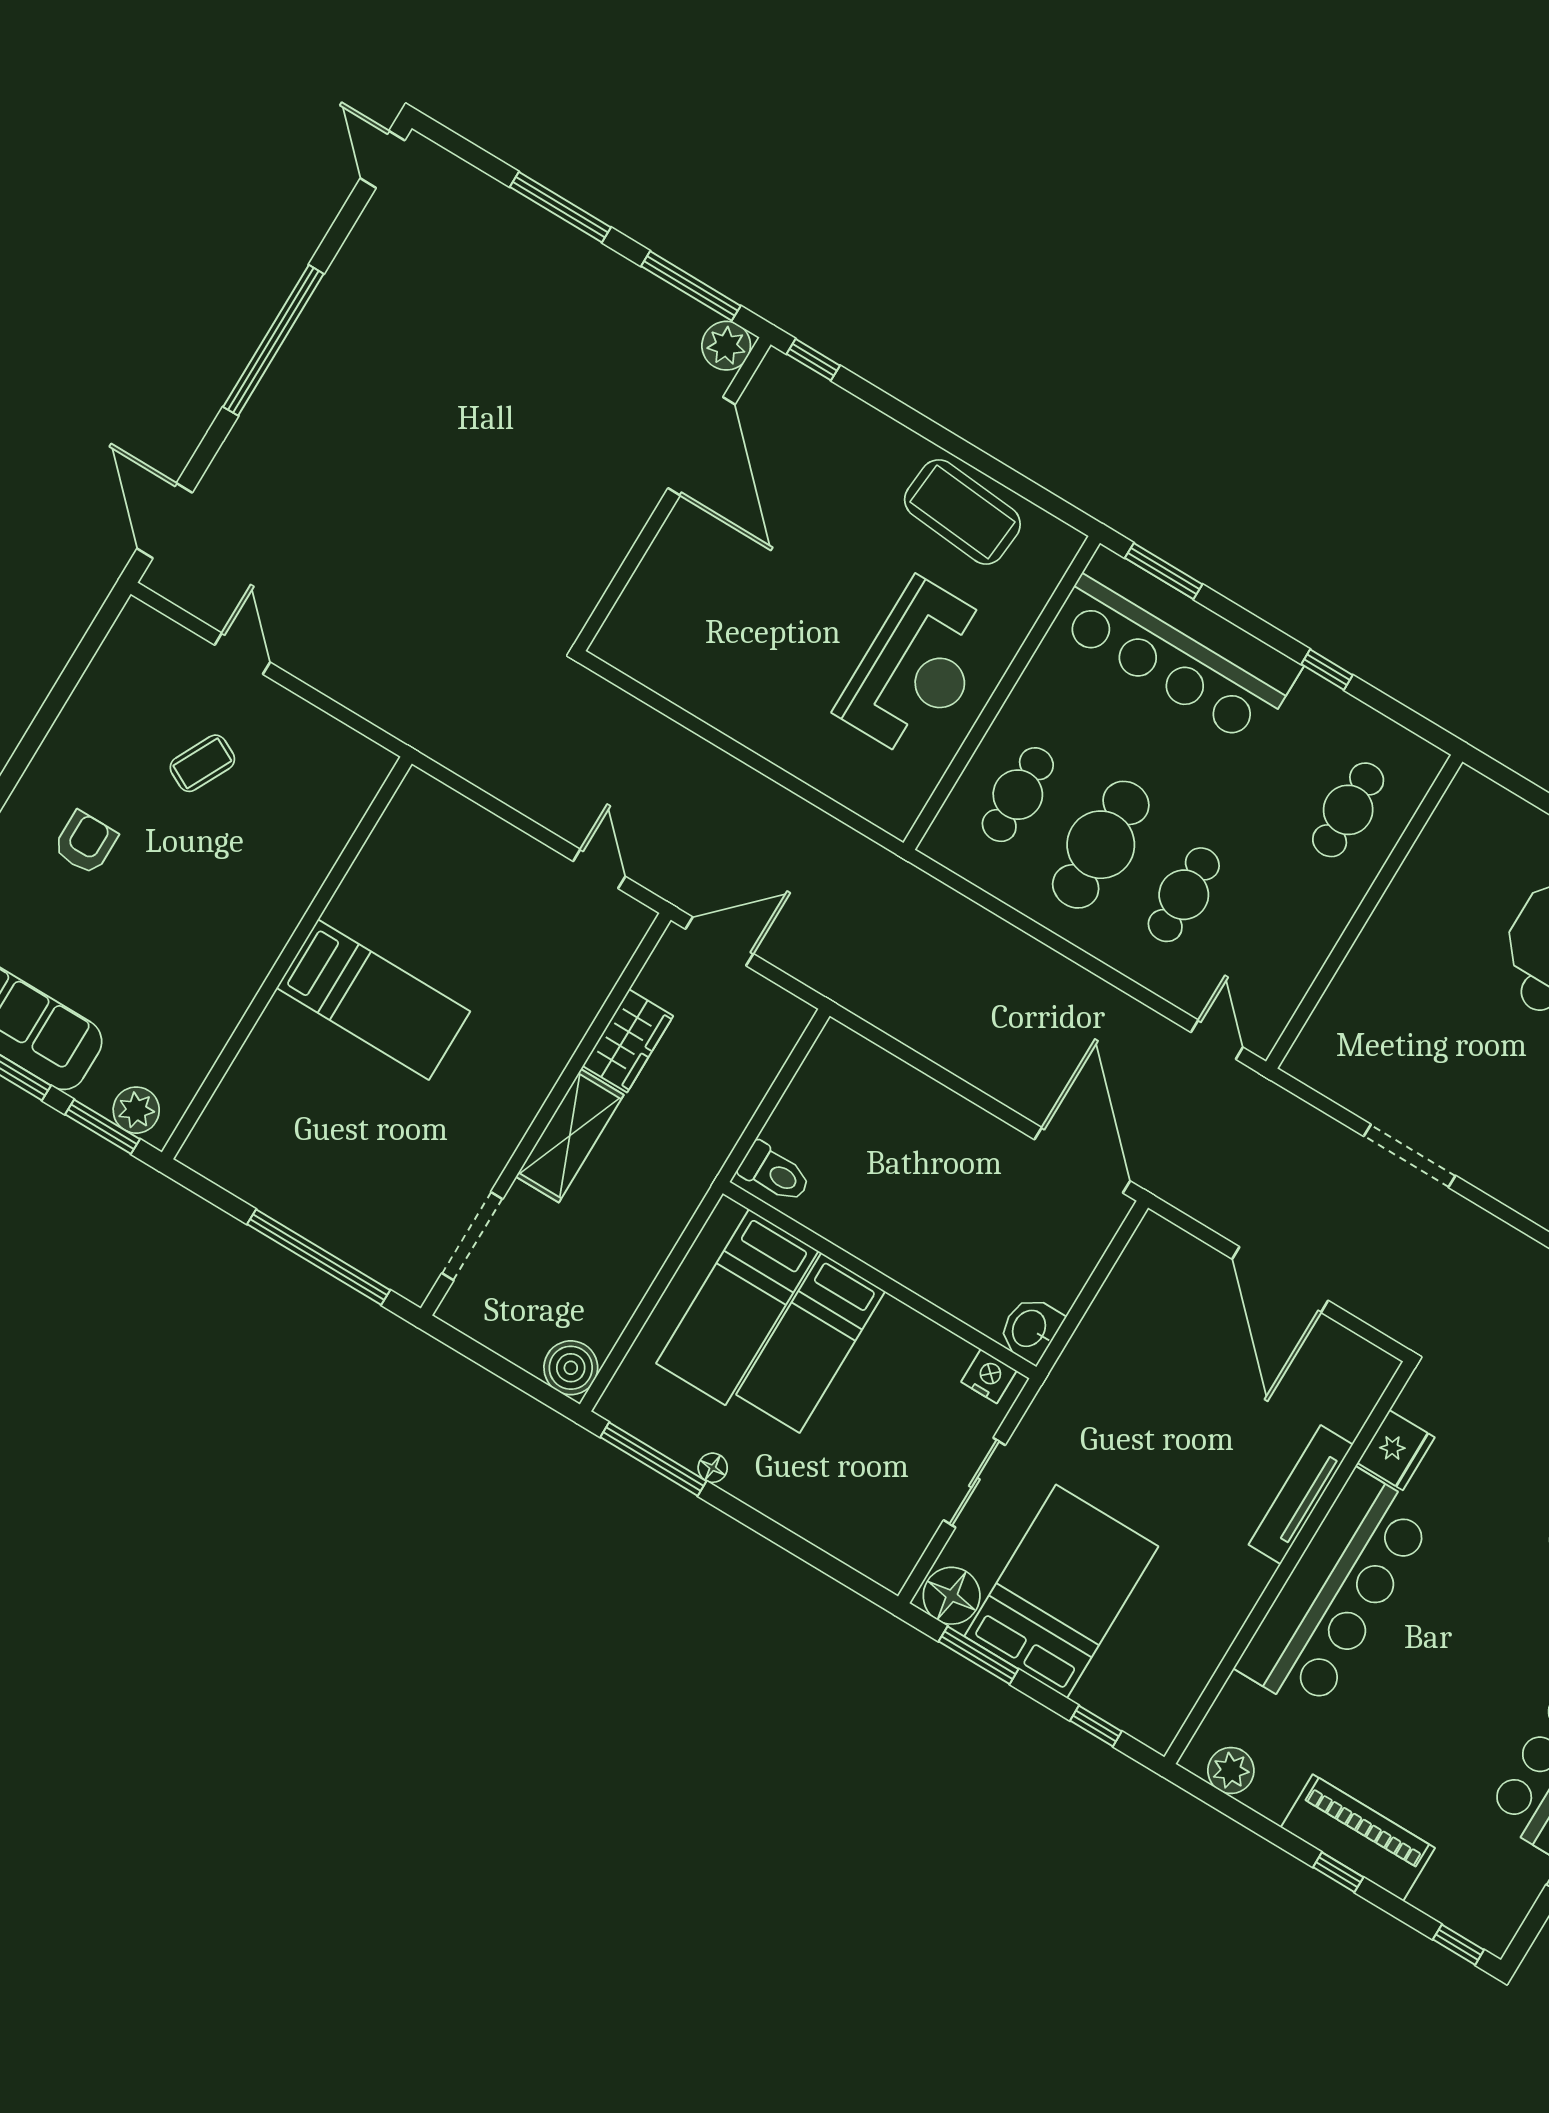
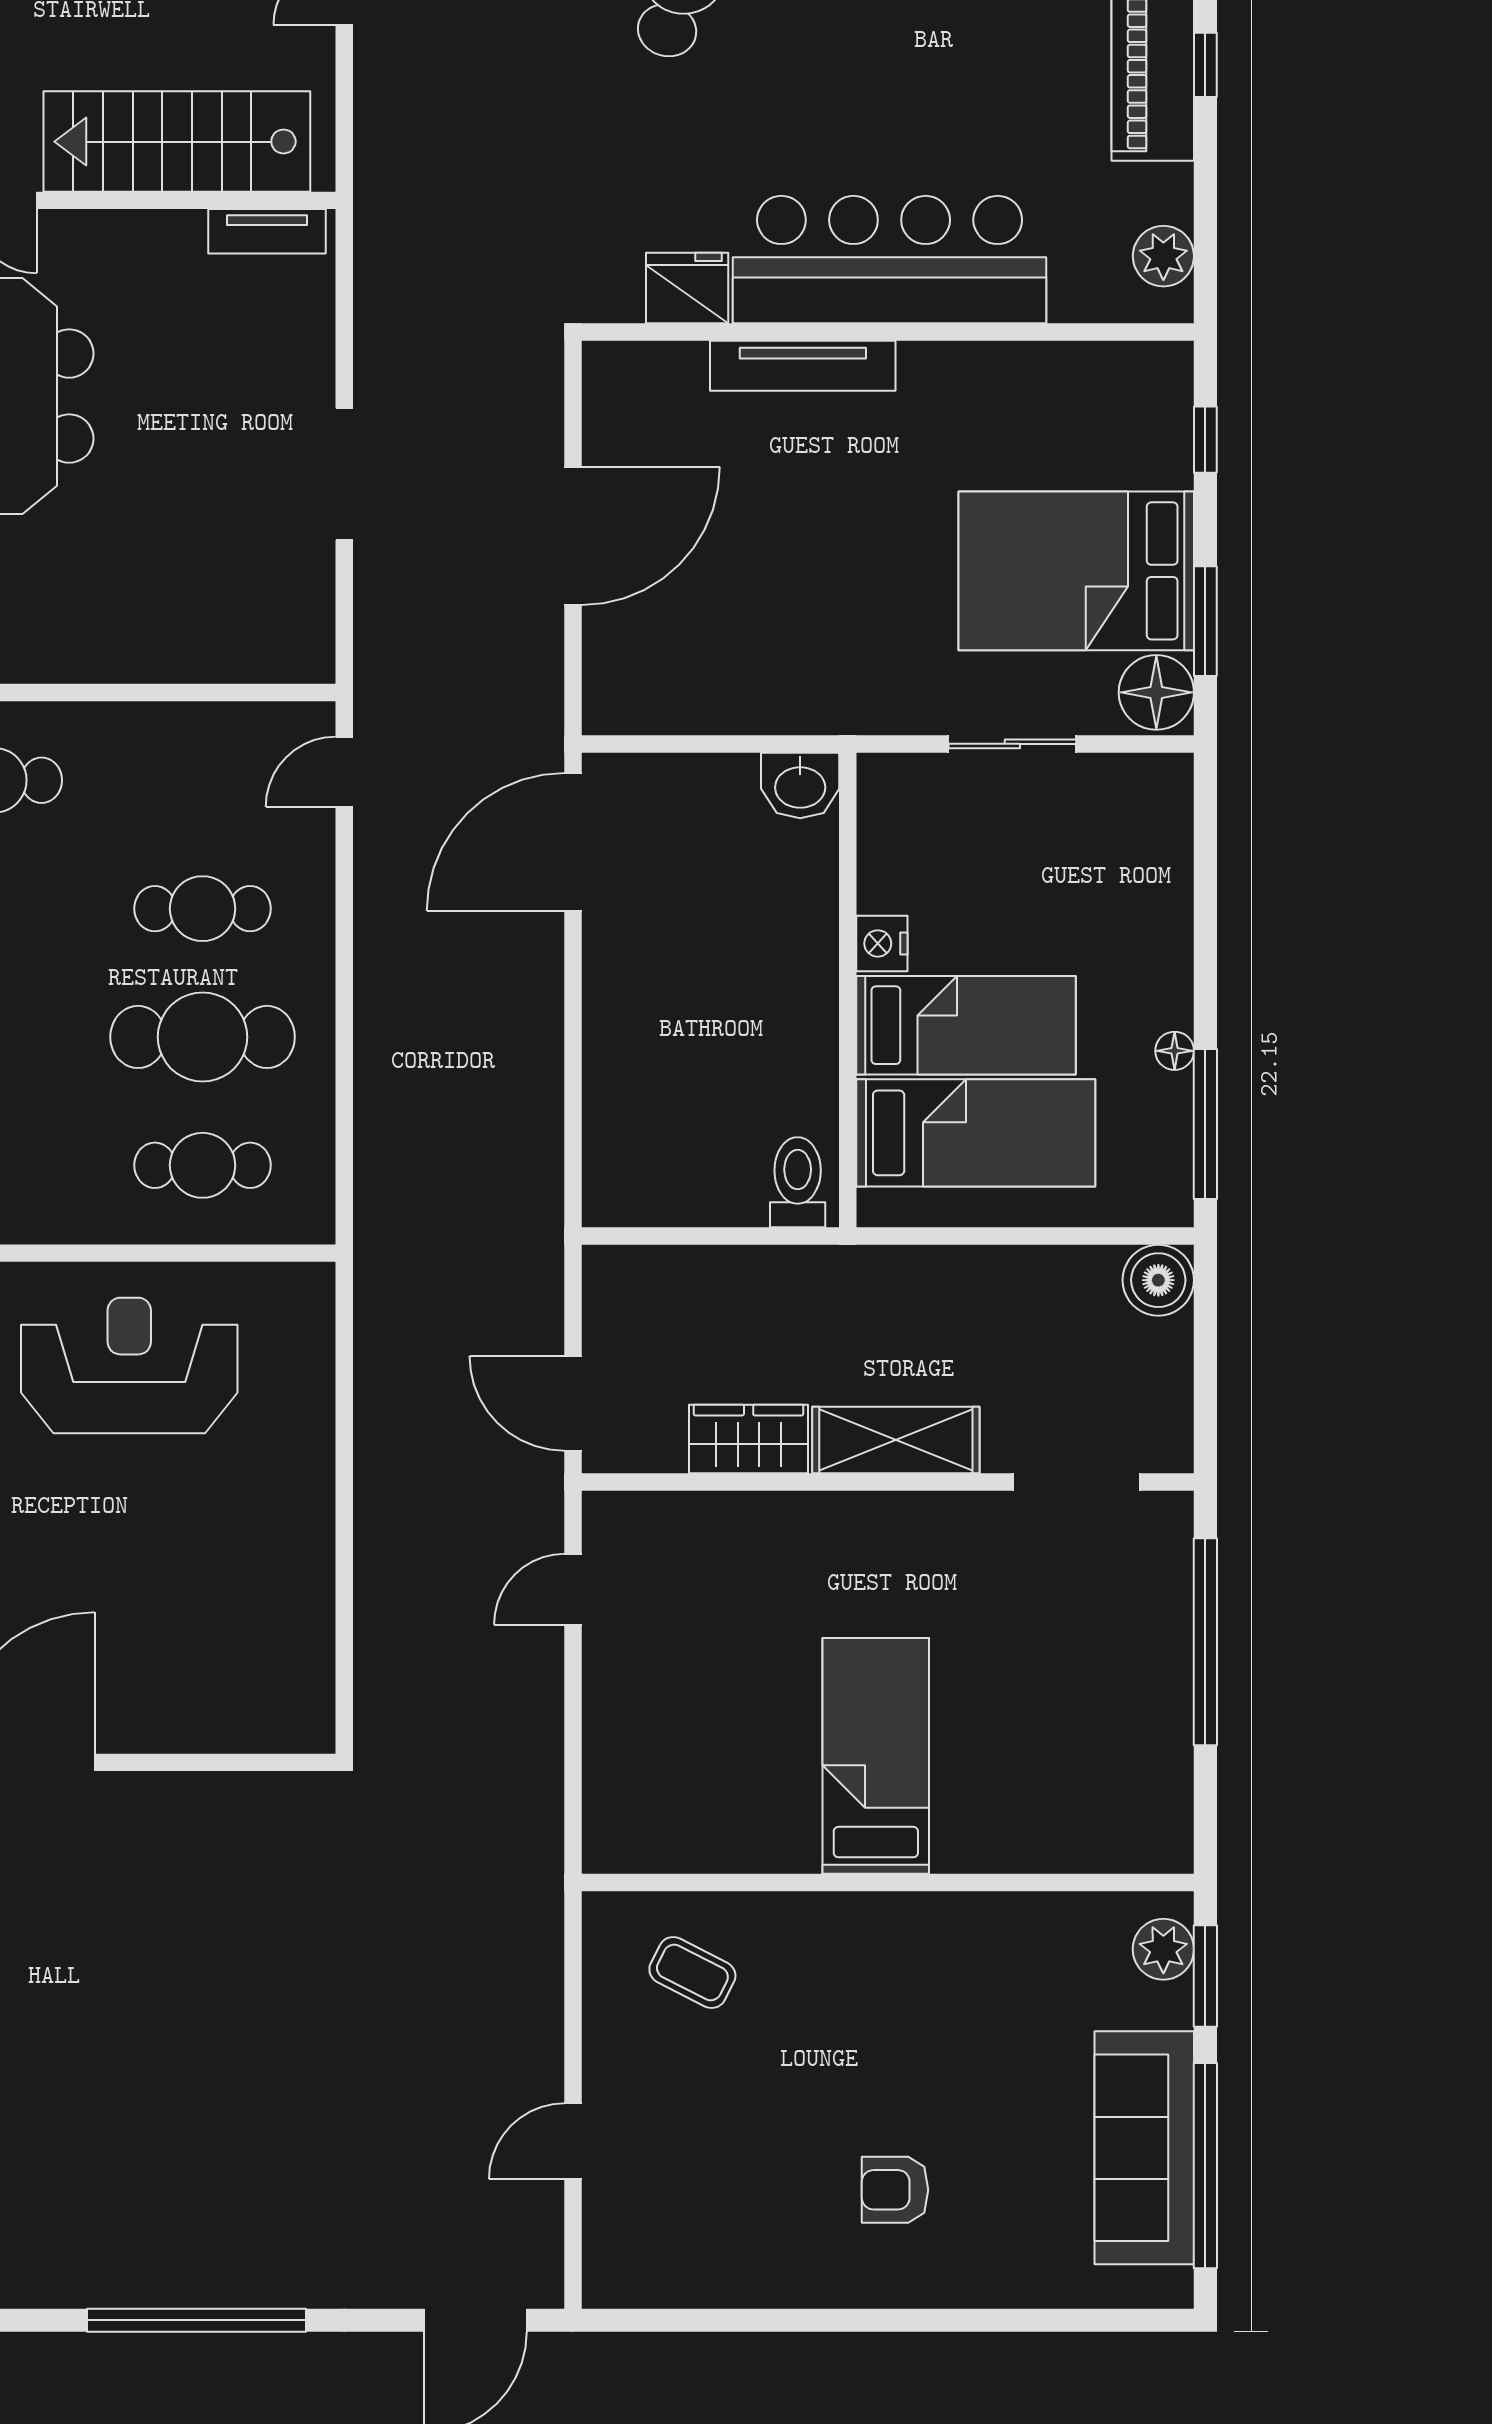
coffee table: (202, 763) -> (692, 1972), moved
nightstand: (989, 1376) -> (882, 943), moved

